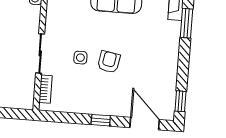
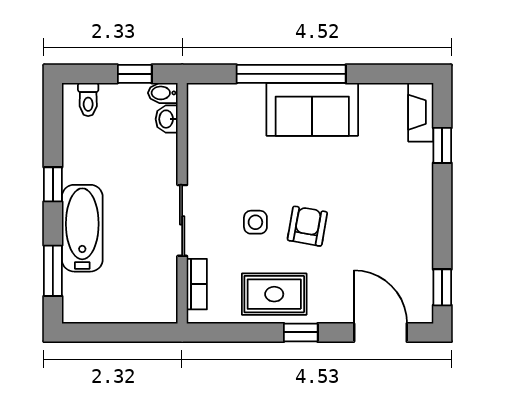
window: (187, 23) -> (442, 145), width x0.67
rug: (88, 98) -> (274, 294), added

